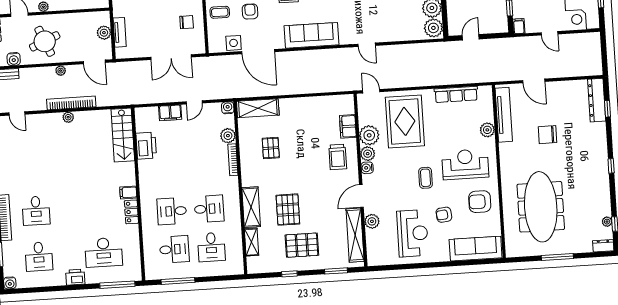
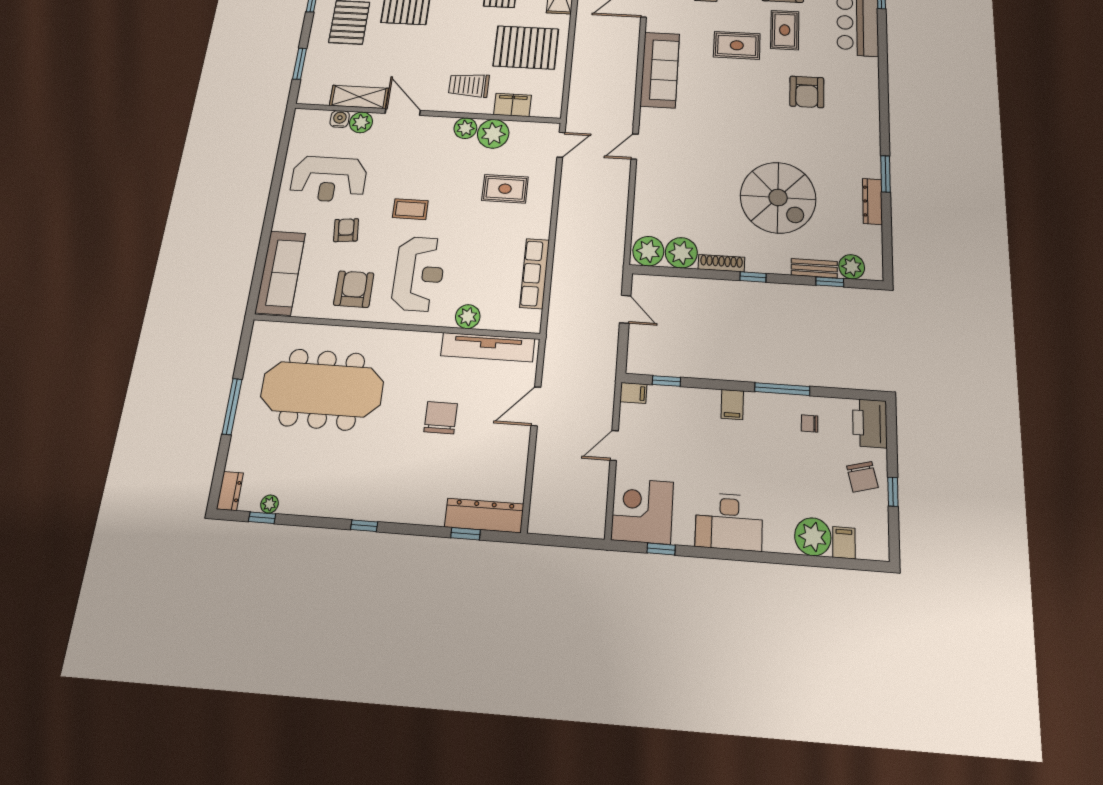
rug: (405, 121) -> (505, 189), width x0.54, depth x0.49
pallet: (306, 125) -> (526, 47), added
water cooler: (367, 168) -> (340, 119), moved
shelving: (355, 235) -> (359, 97), width x0.68

